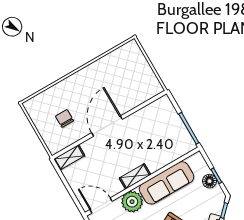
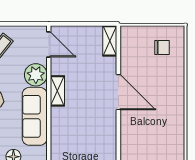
chair: (65, 118) -> (162, 47), moved
door: (101, 205) -> (49, 44), hinge flipped

